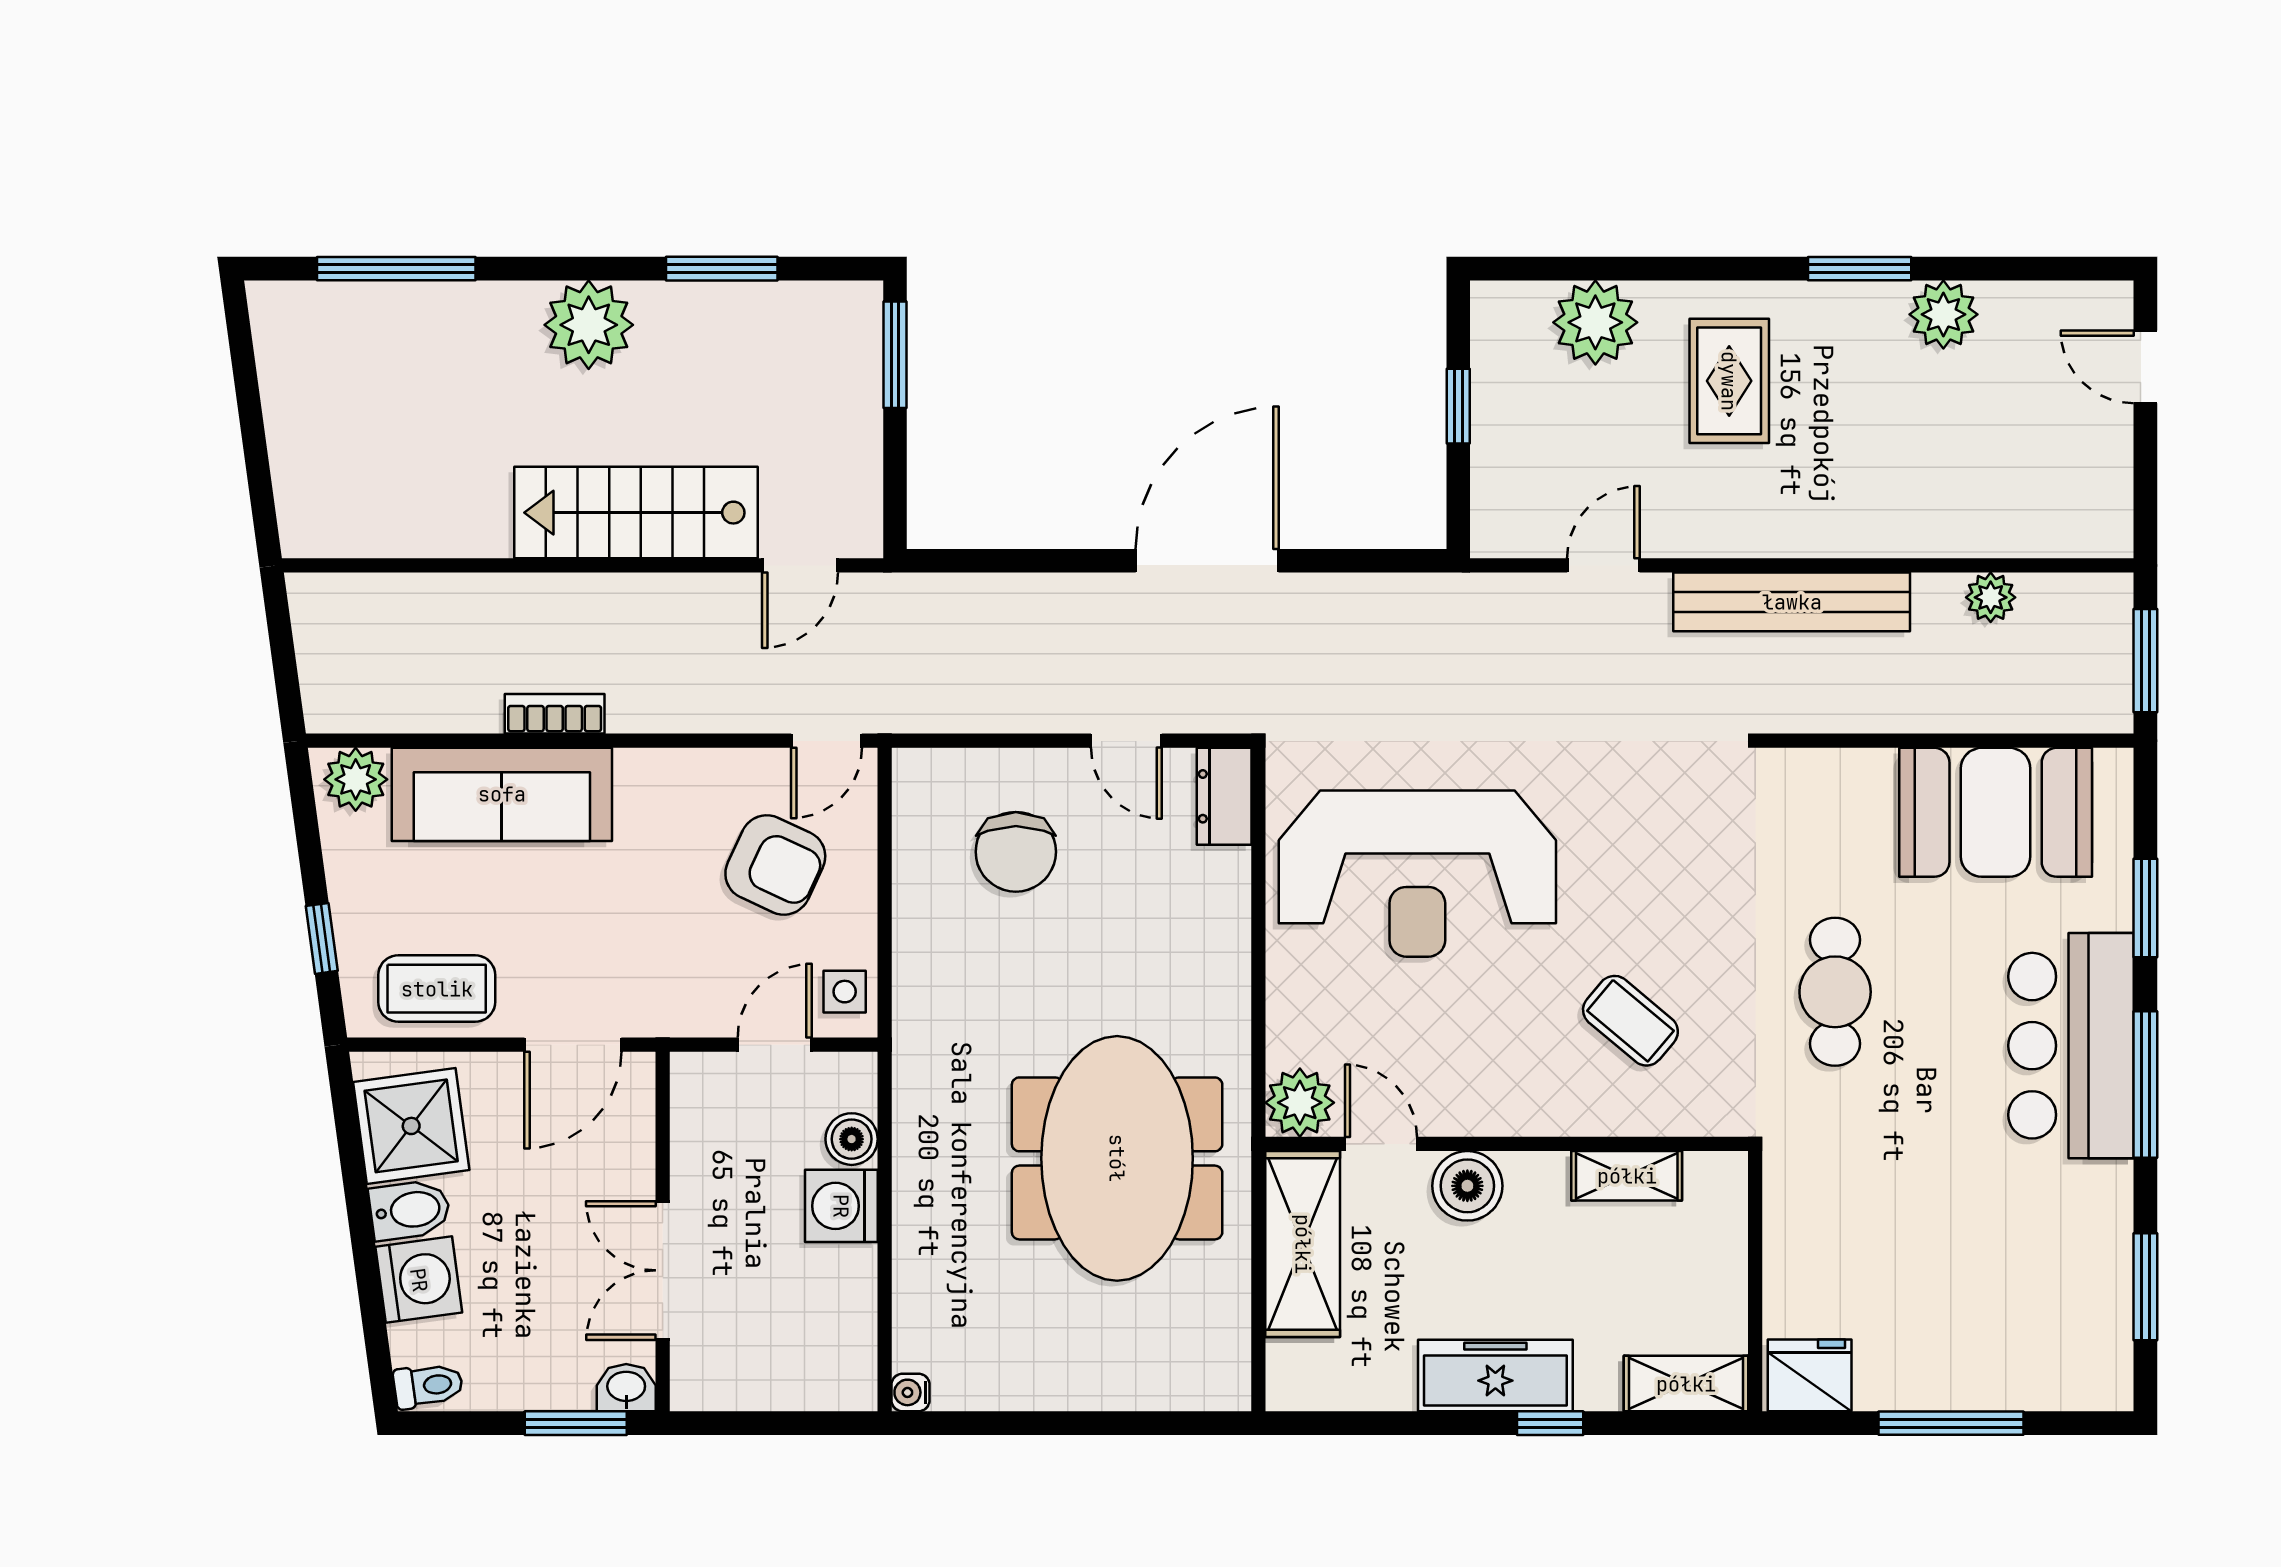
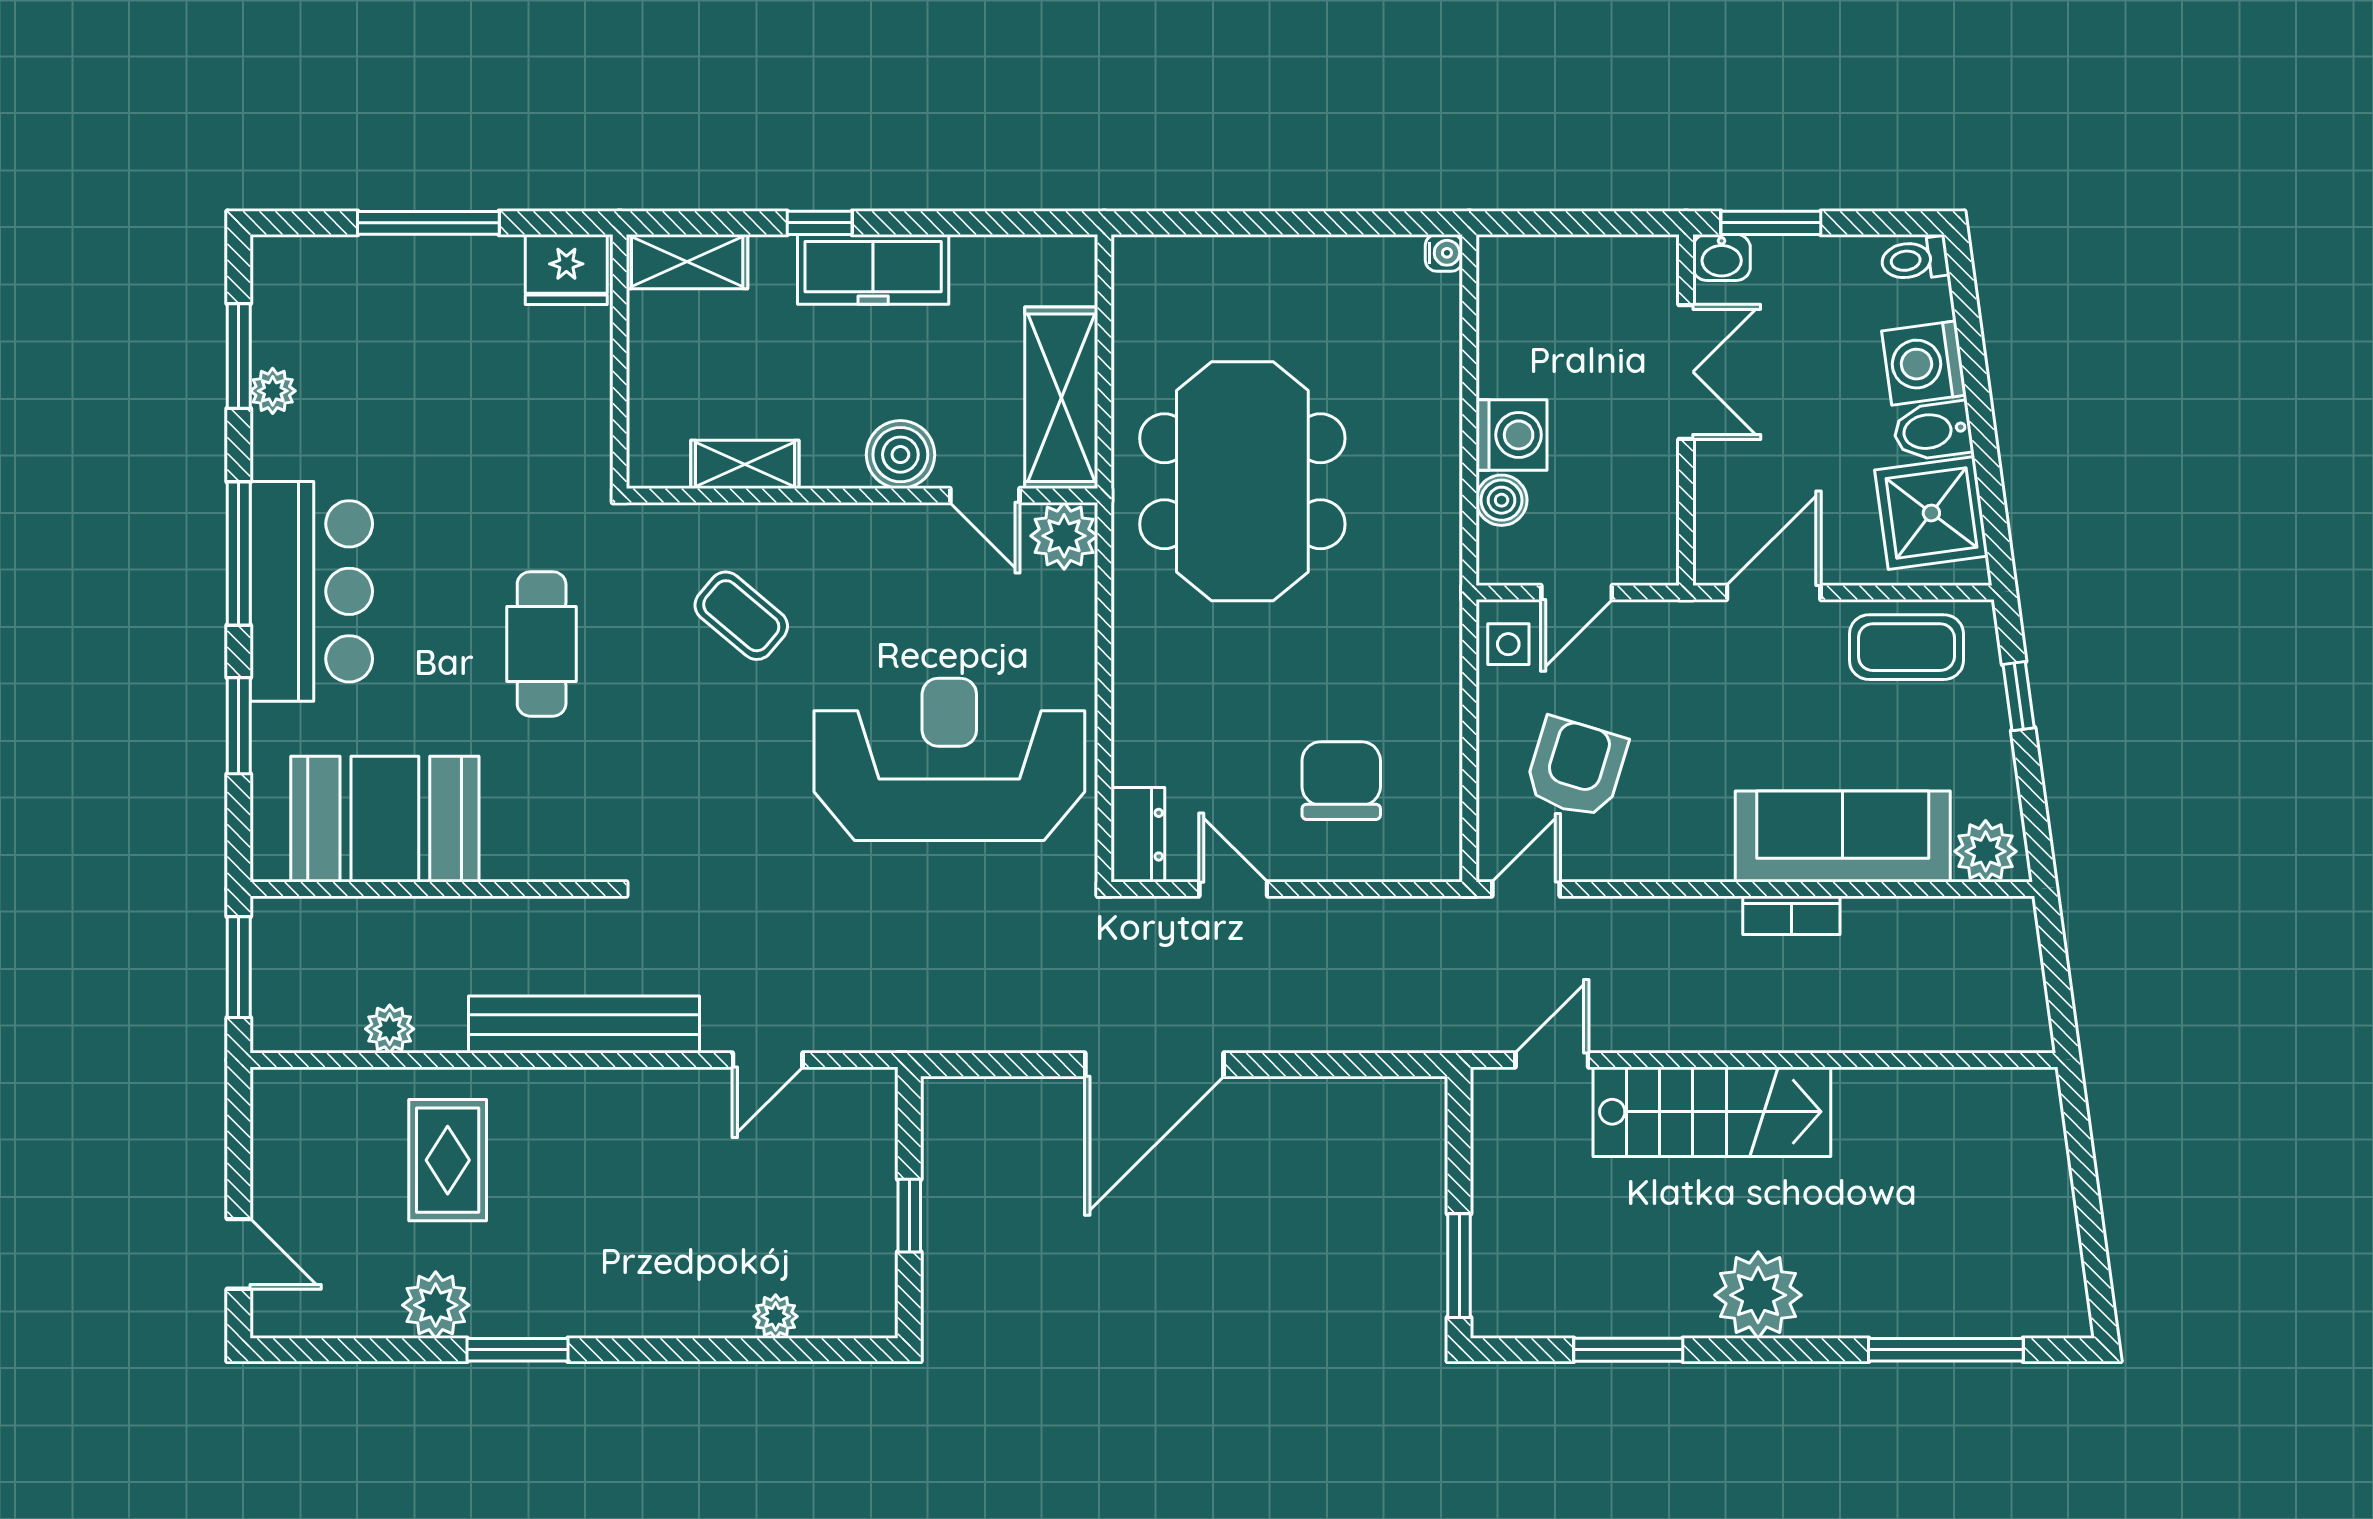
plant: (1595, 322) -> (776, 1316), width x0.53, depth x0.53
rug: (1729, 381) -> (448, 1160), moved
armchair: (775, 865) -> (1576, 768), turned 82
plant: (2110, 1251) -> (273, 391), added

